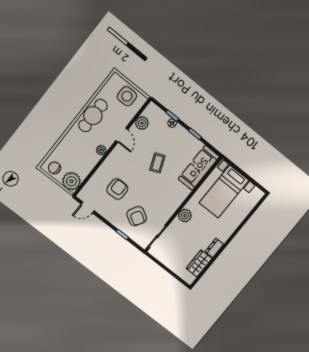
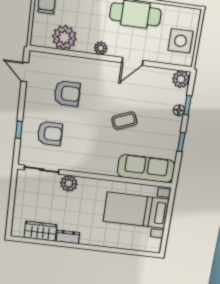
plant: (142, 123) -> (181, 79), moved
plant: (71, 181) -> (64, 37), moved
armchair: (137, 216) -> (50, 133), turned -120
plant: (185, 216) -> (69, 183), moved

